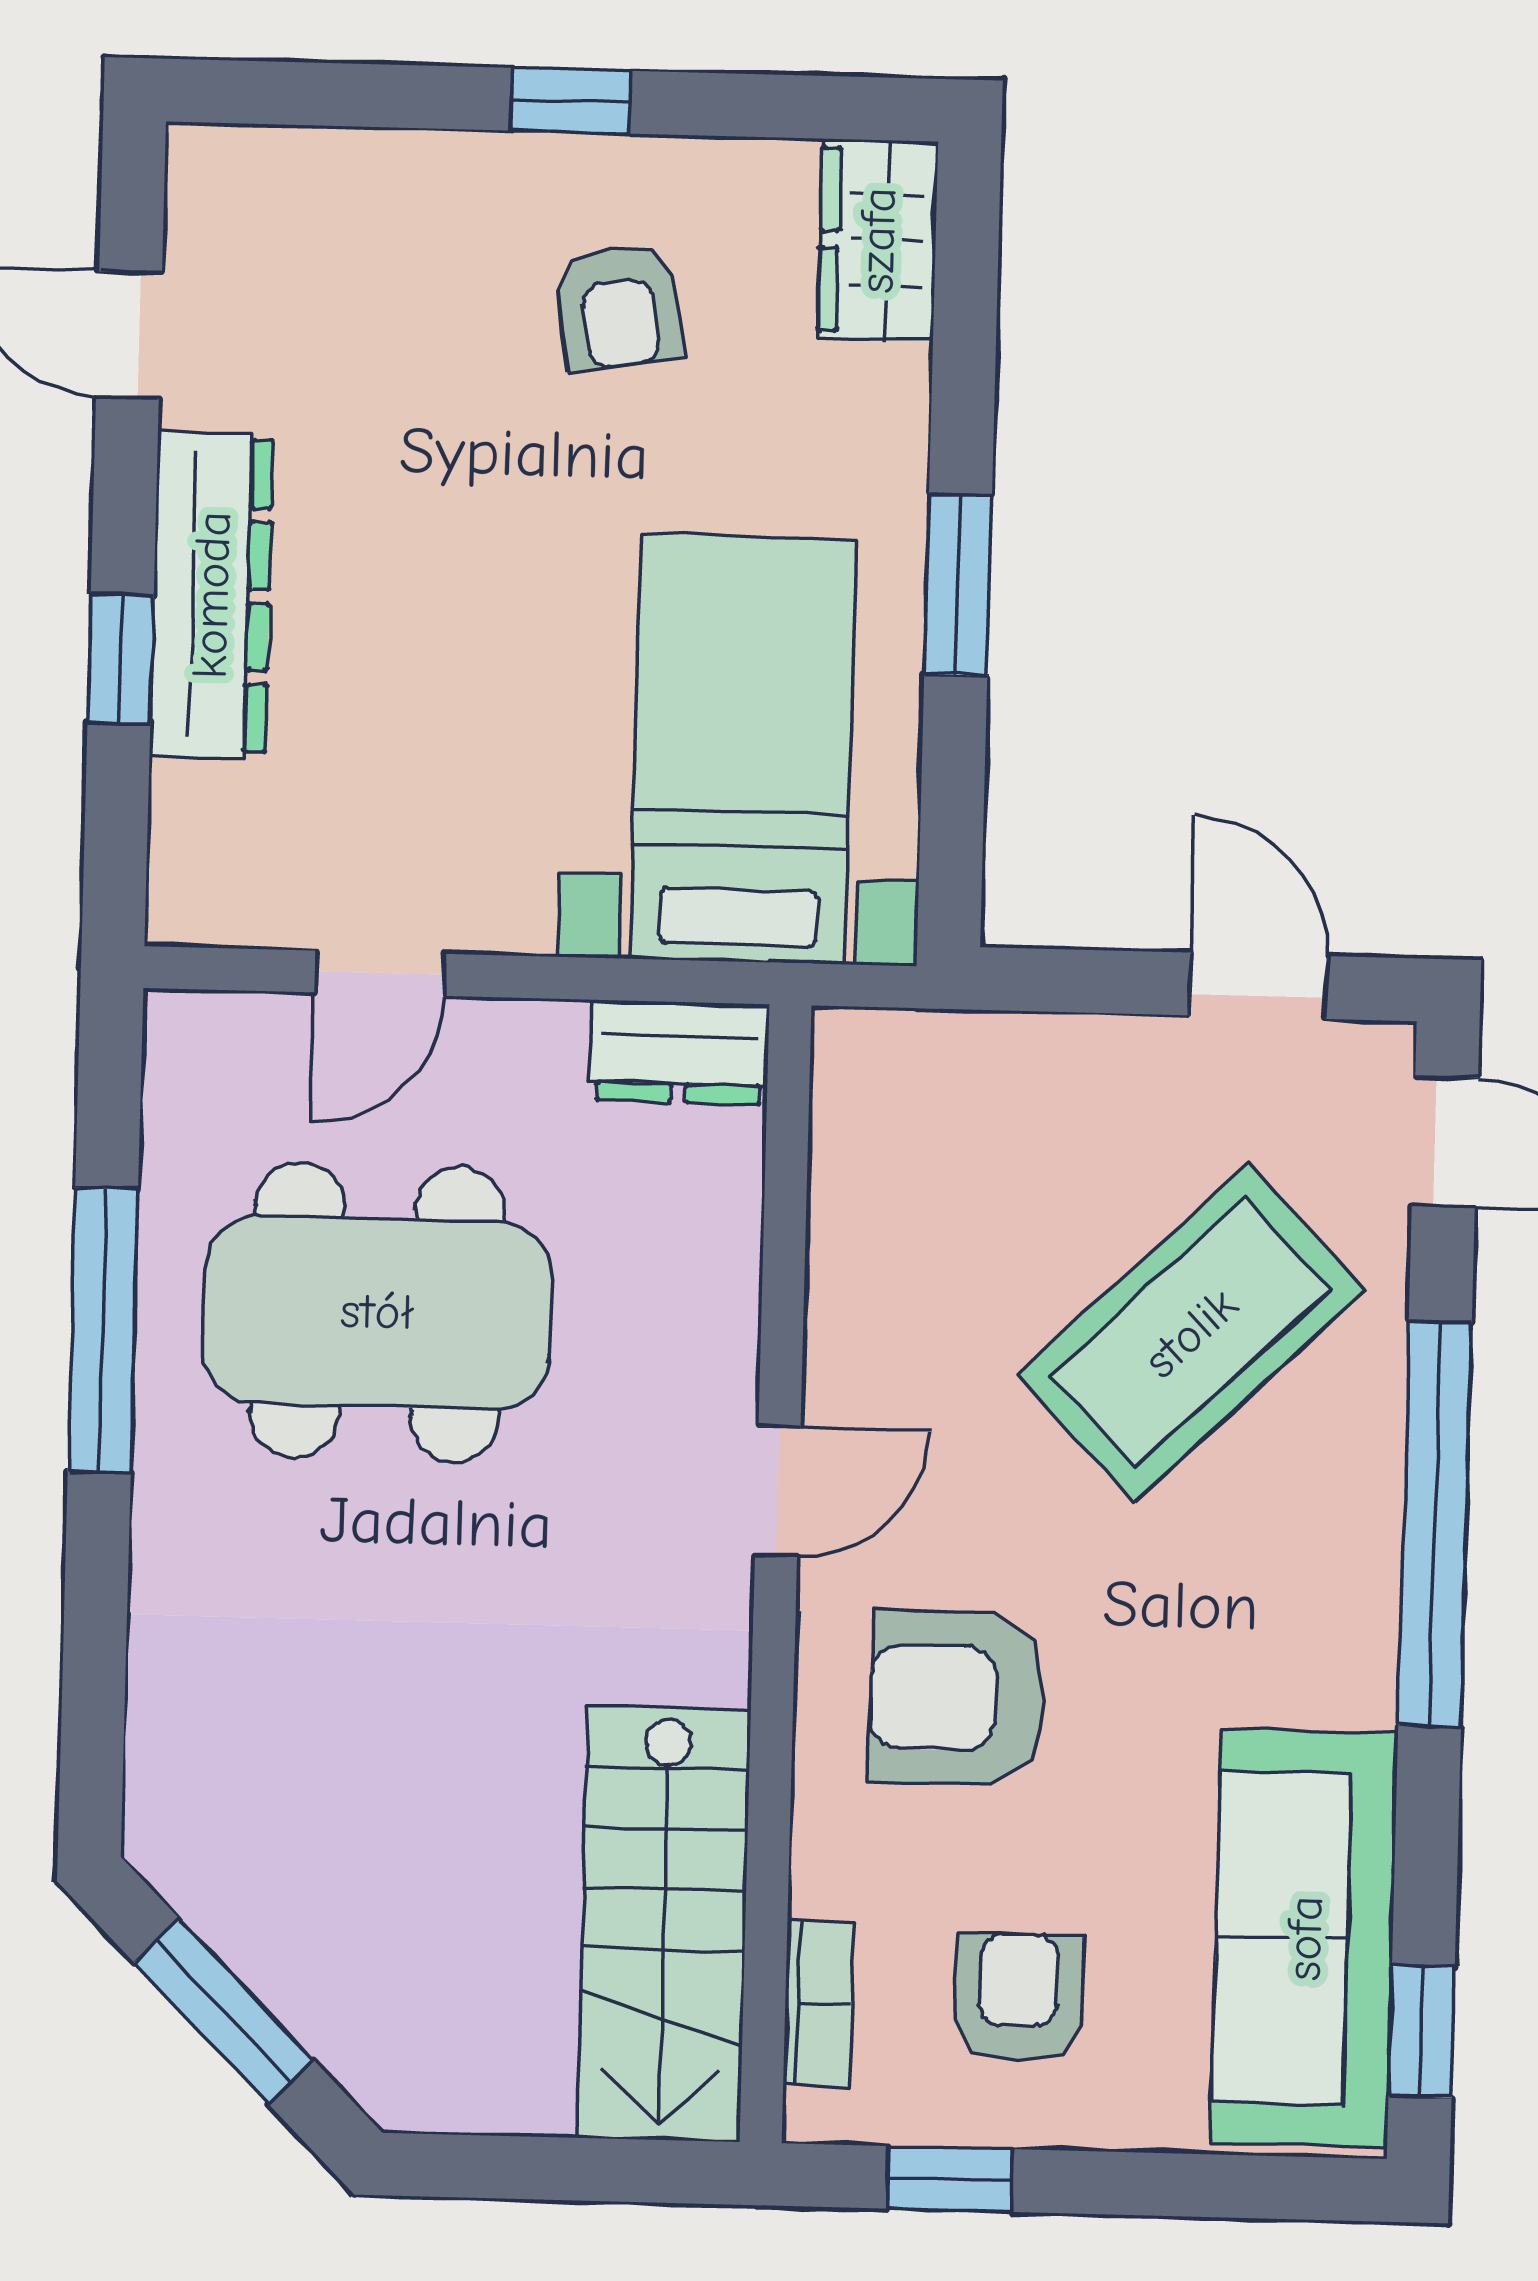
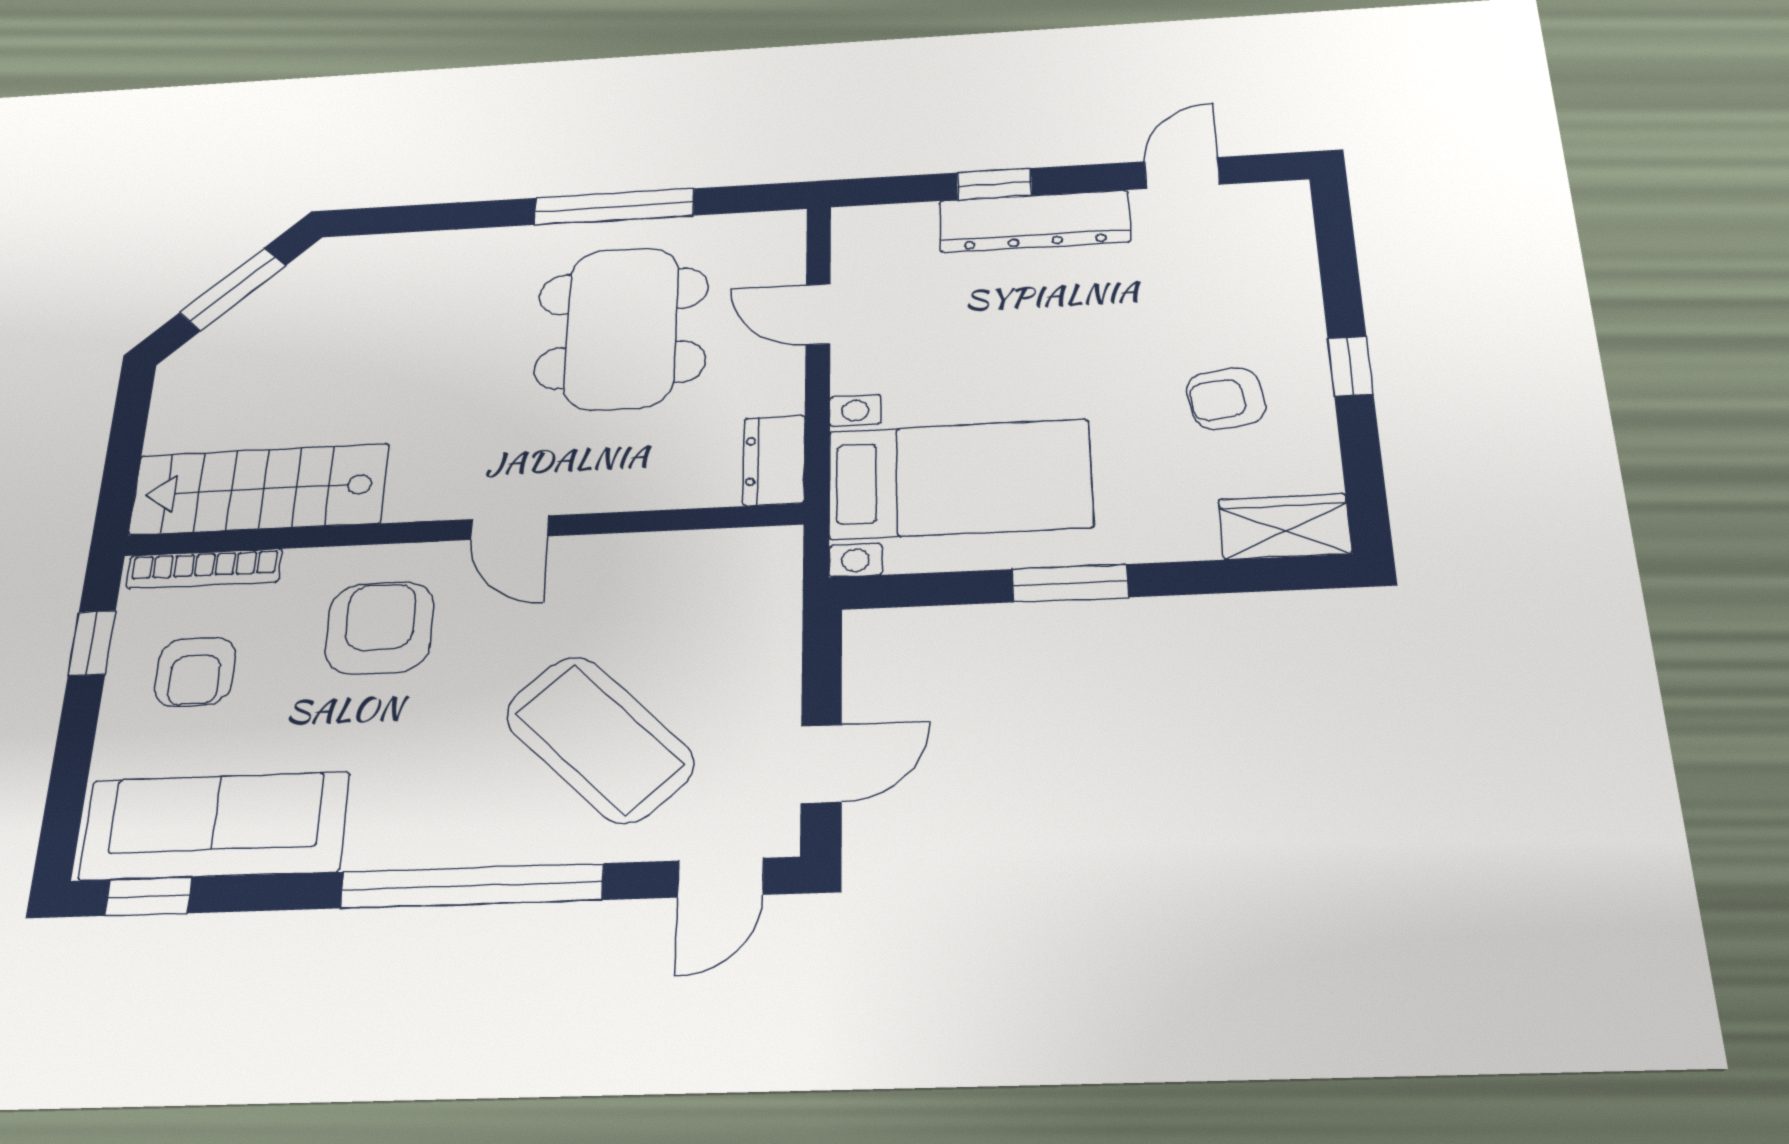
armchair: (1018, 1998) -> (195, 672), turned 90
bookcase: (818, 2003) -> (204, 569), width x1.56

